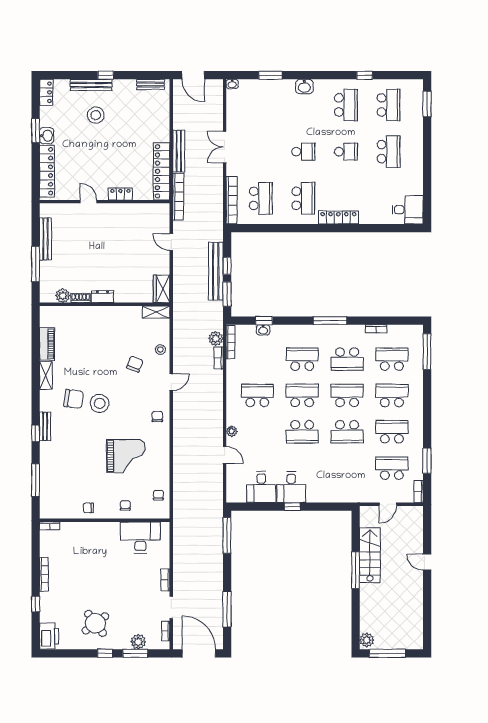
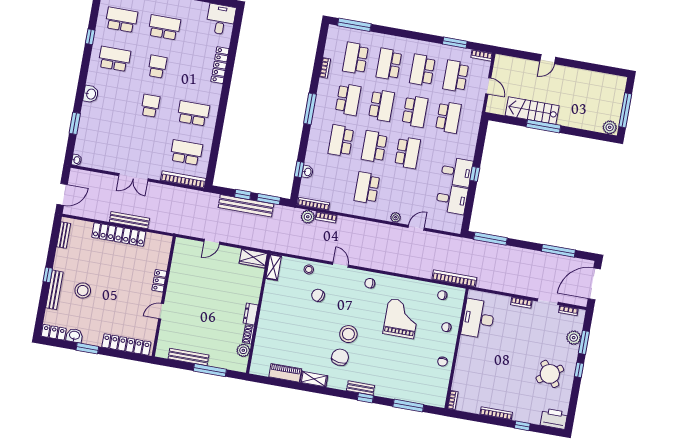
washbasin: (47, 136) -> (74, 336), moved
locker: (162, 171) -> (119, 234), moved
bookcase: (178, 197) -> (454, 278), moved
locker: (338, 217) -> (220, 65), moved
school desk: (347, 395) -> (382, 105), turned 180
school desk: (347, 468) -> (448, 117), added

